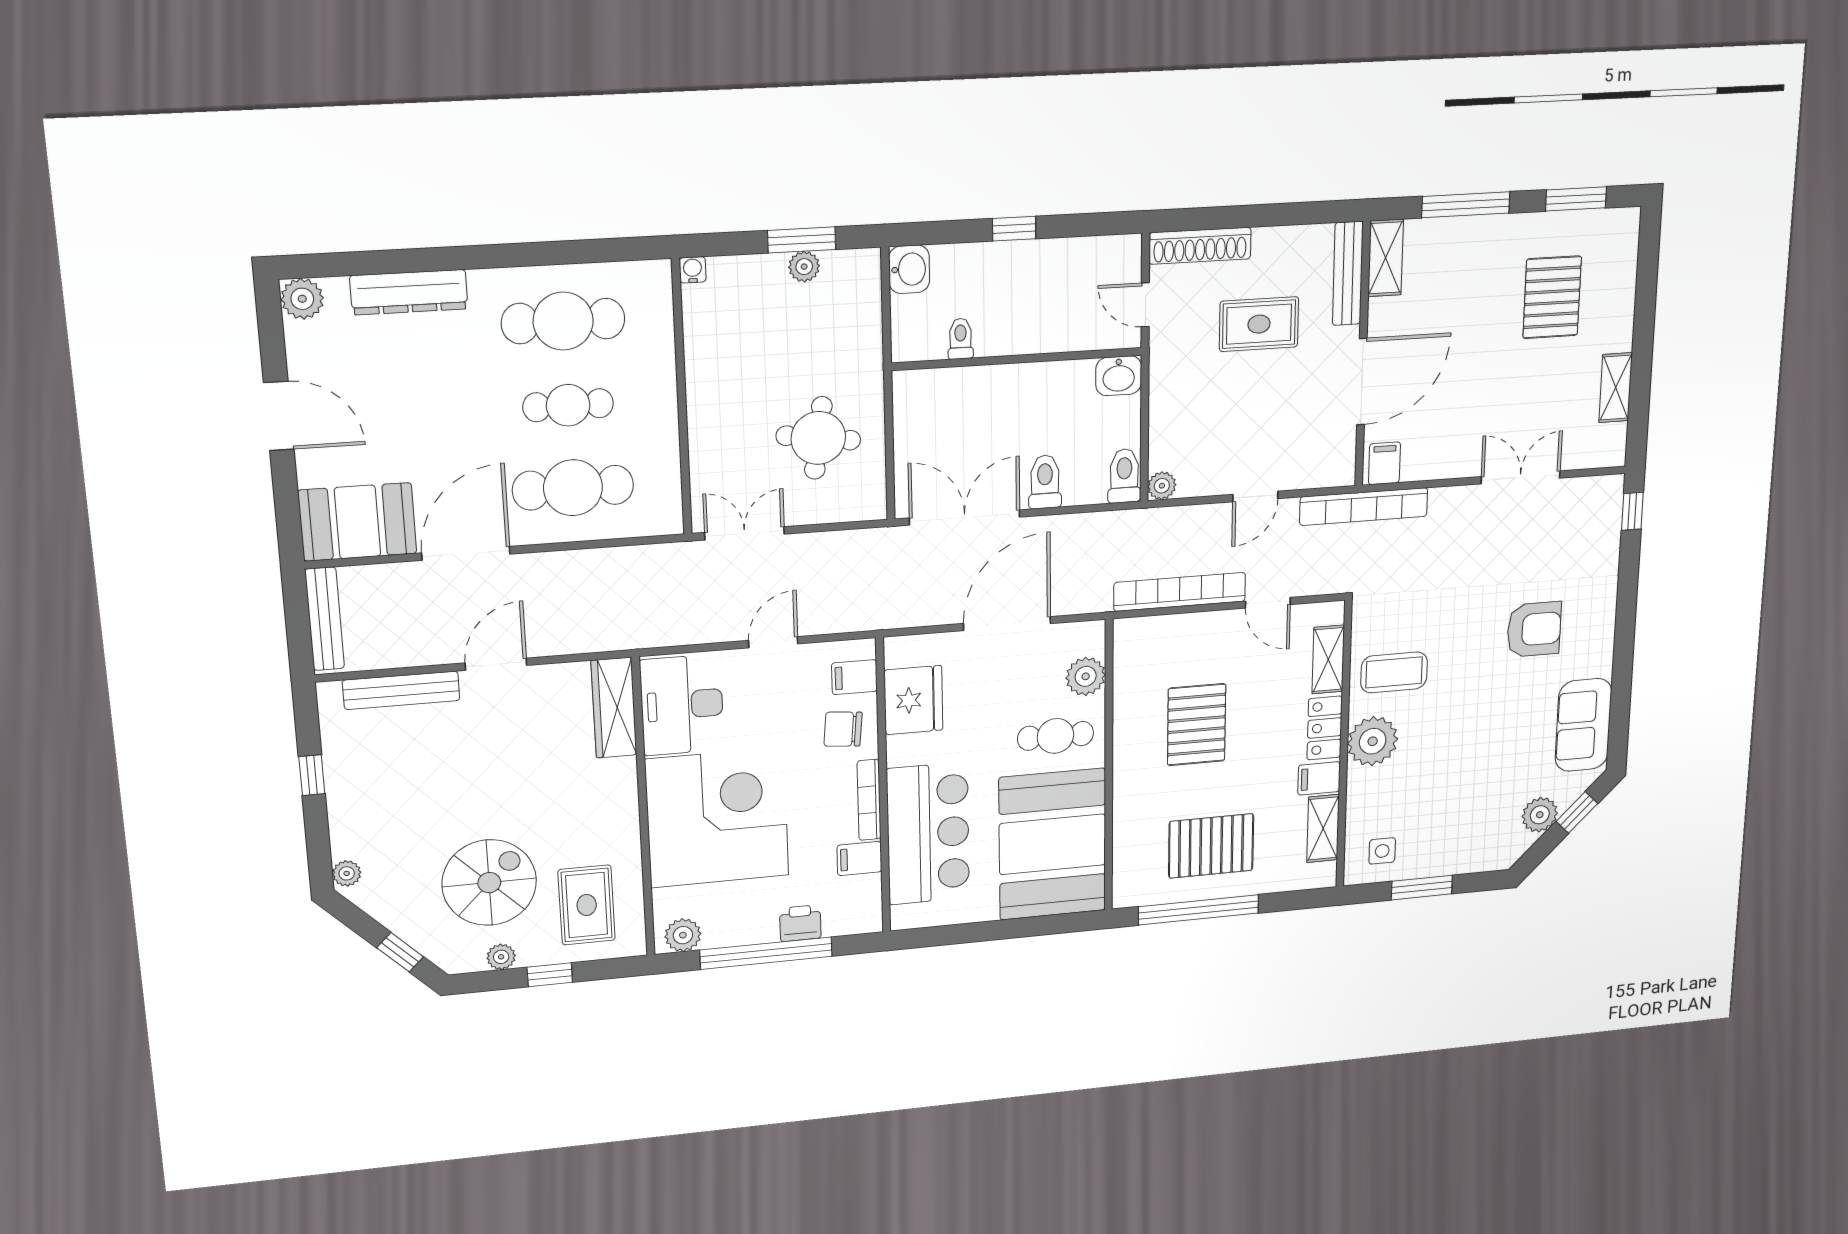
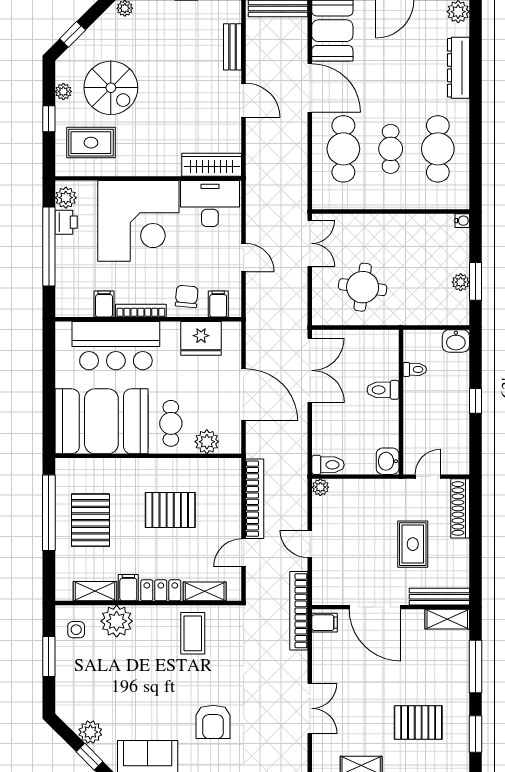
toilet: (1045, 482) -> (383, 390), moved, turned 180
bench: (401, 690) -> (233, 47), width x0.73
plant: (1373, 741) -> (117, 621), moved
printer: (800, 923) -> (66, 222), moved

